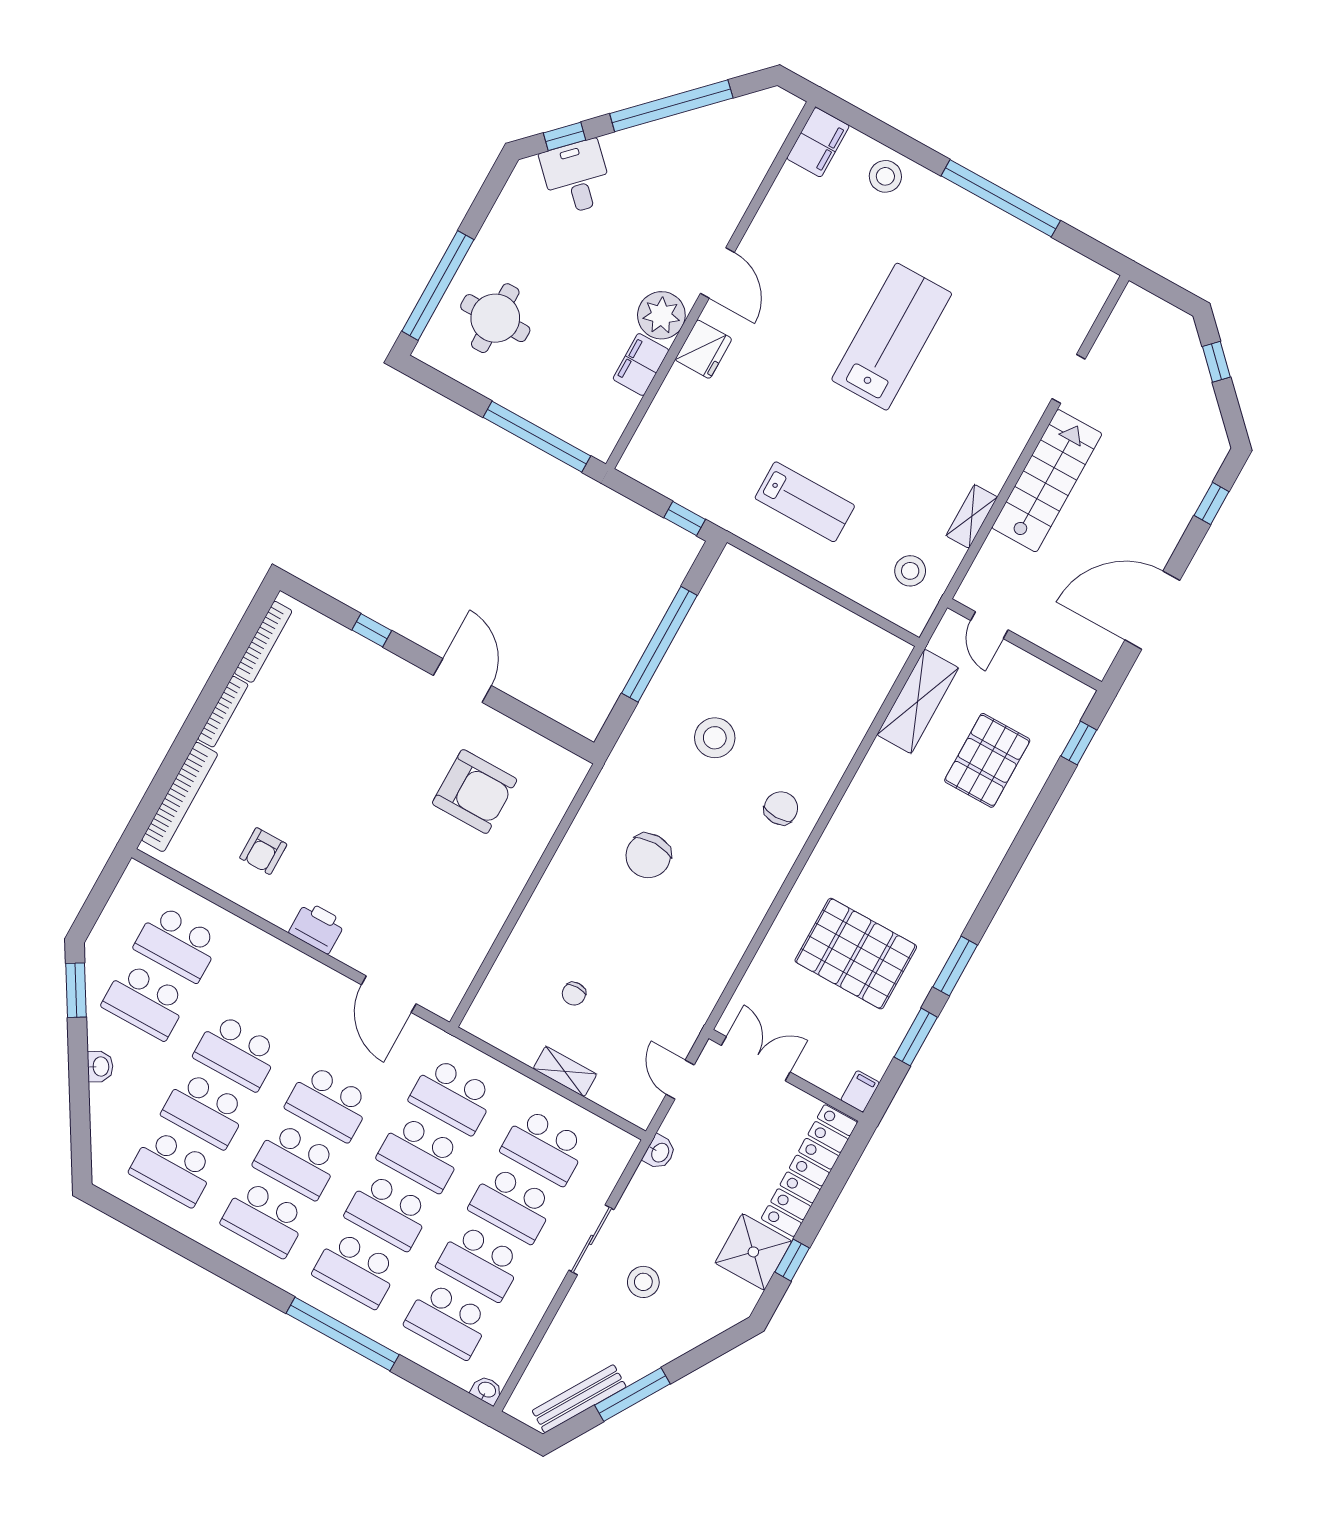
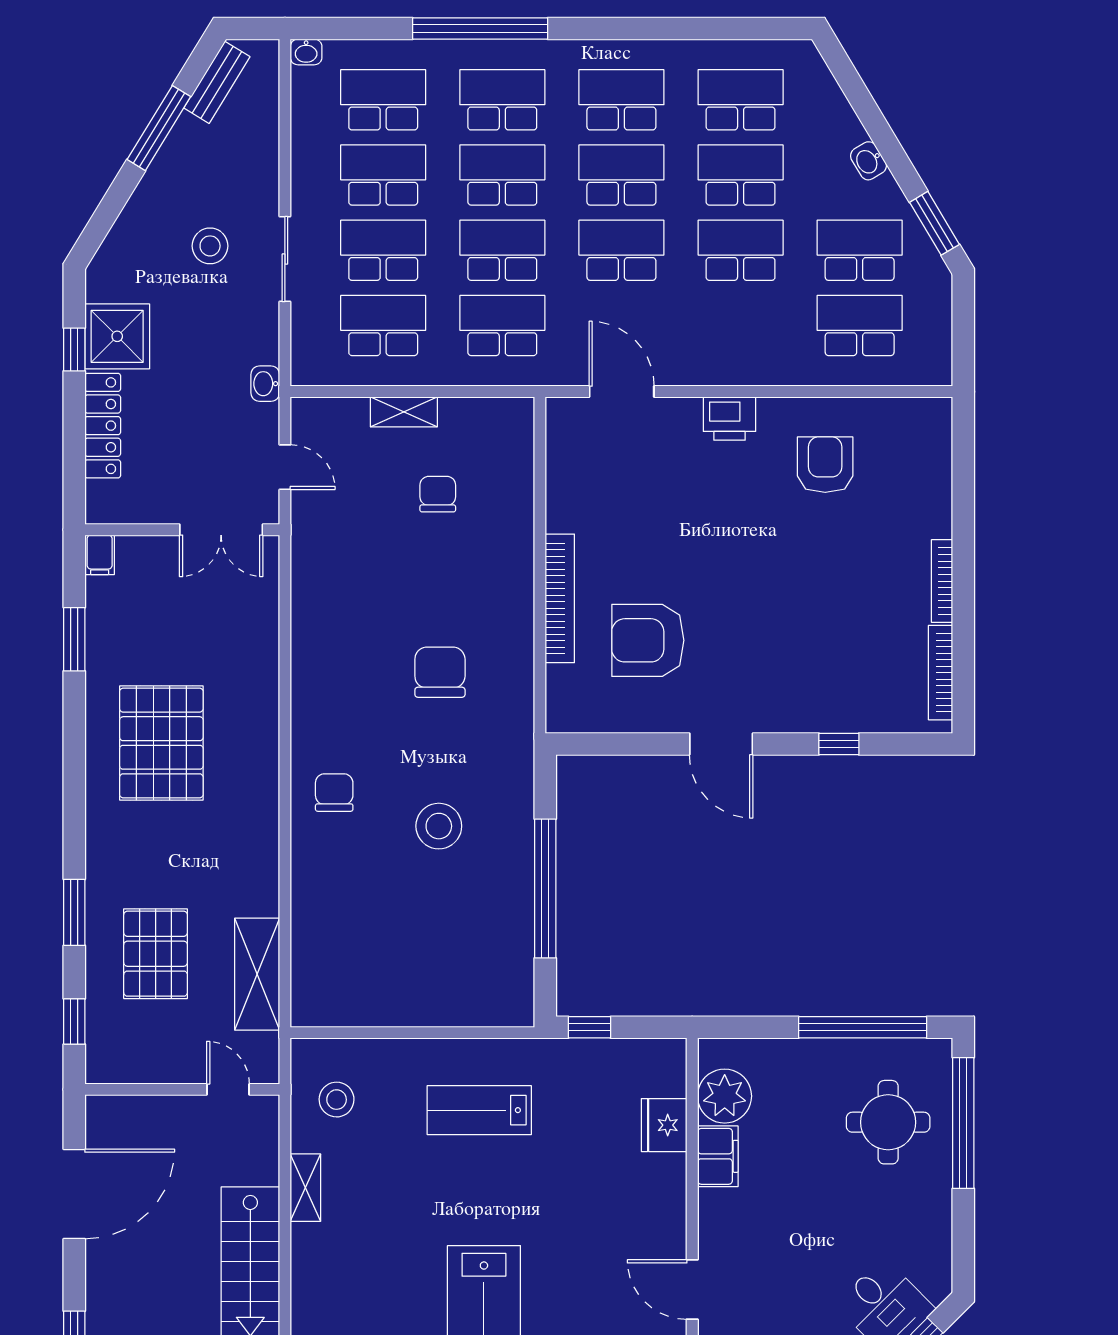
plant: (661, 315) -> (725, 1096), moved
fridge: (703, 349) -> (664, 1125), moved
window: (537, 437) -> (863, 1027), moved
bookcase: (180, 797) -> (560, 598), moved, turned 180
chair: (781, 808) -> (334, 793), turned 180
armchair: (263, 851) -> (825, 465), width x1.38, depth x1.38
pallet: (856, 954) -> (161, 743), moved, turned 90
window: (955, 966) -> (74, 912), moved
chair: (574, 994) -> (438, 494), width x1.37, depth x1.37
locker: (809, 1171) -> (103, 426), width x0.71, depth x0.83
bench: (579, 1399) -> (217, 82), width x0.73

